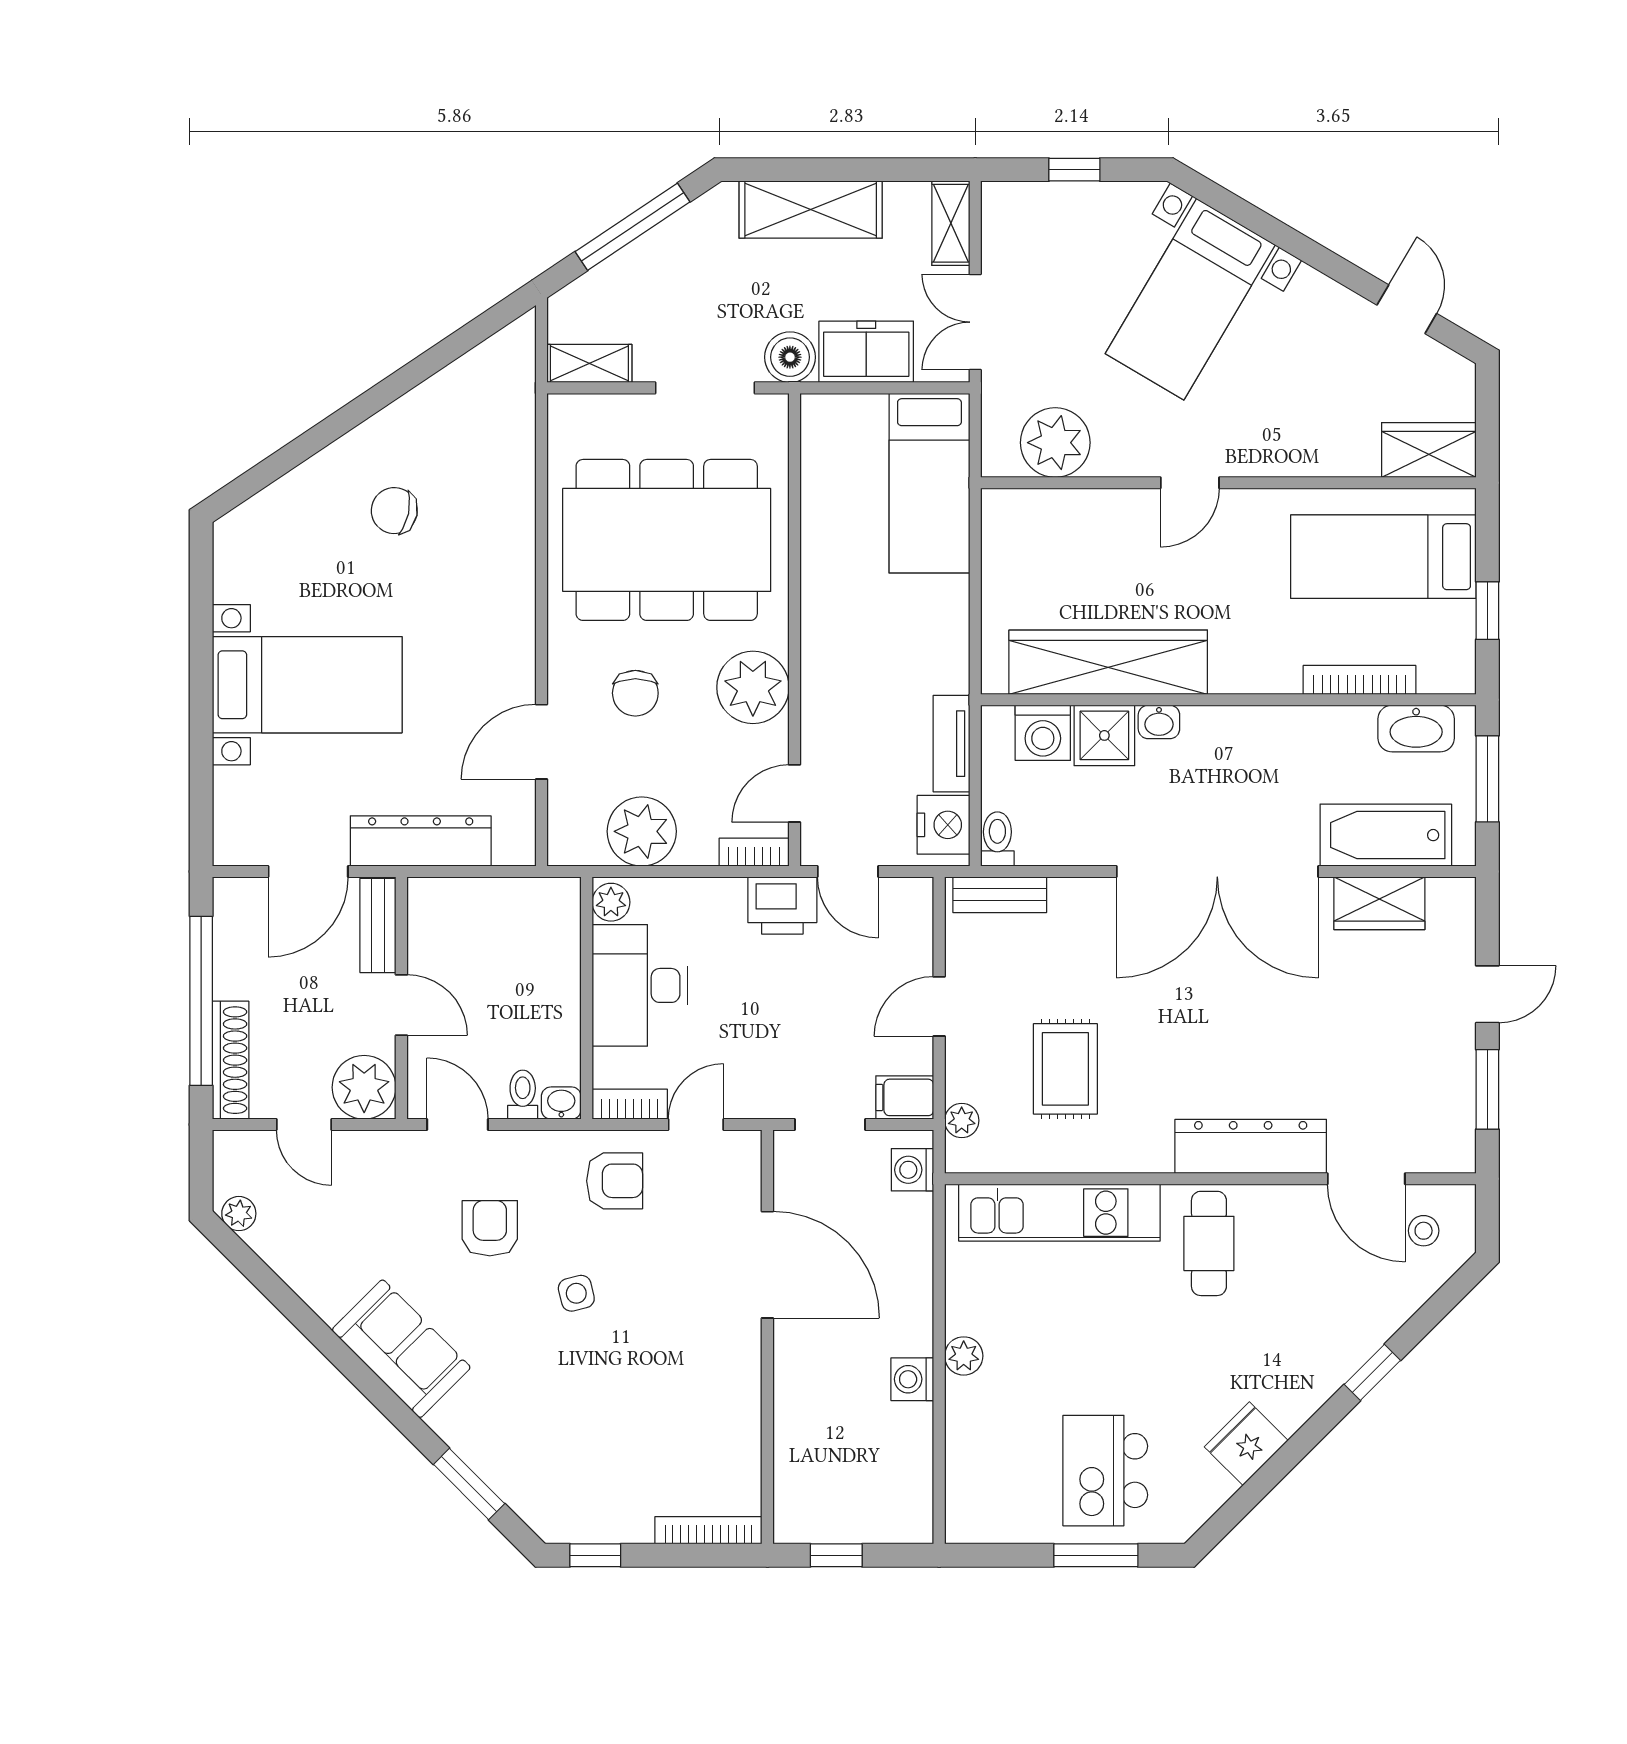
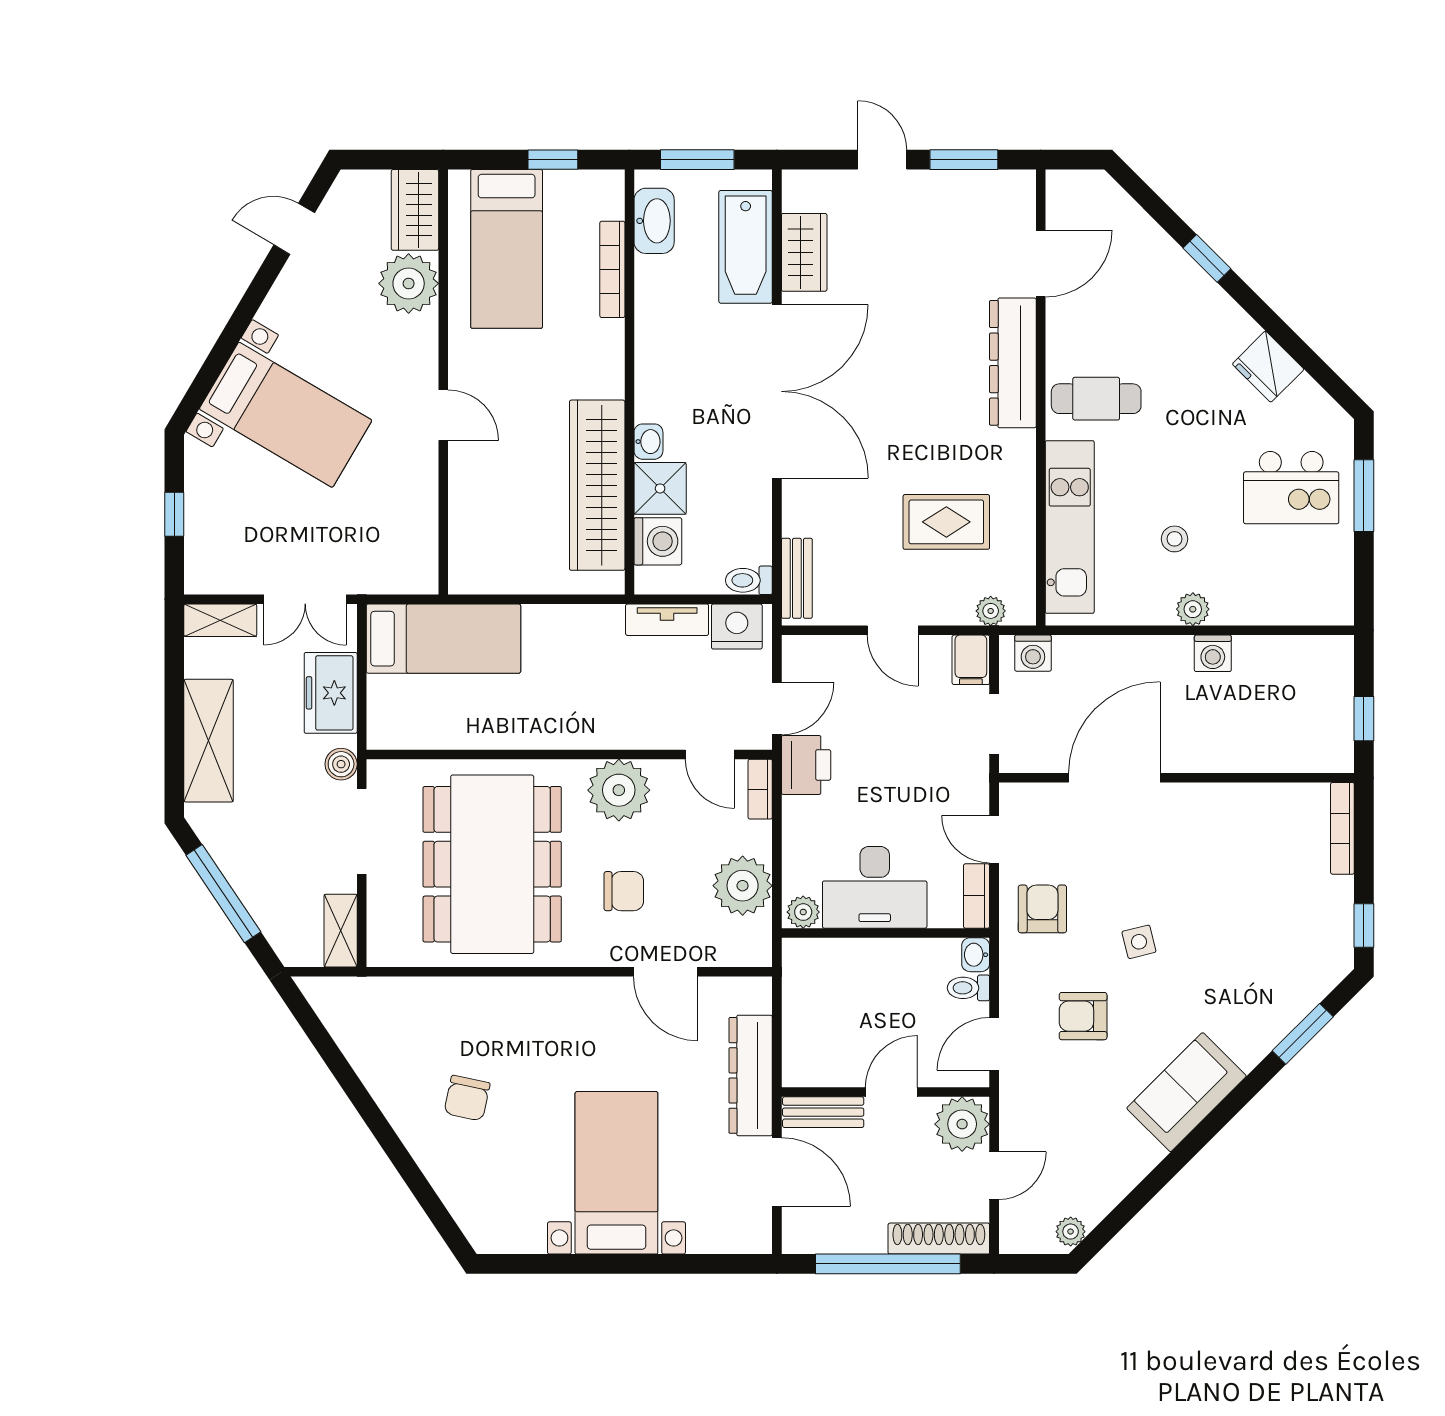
boiler: (790, 357) -> (341, 764), width x0.73, depth x0.73
plant: (1055, 443) -> (409, 283), moved
stool: (1424, 1231) -> (1174, 539), moved

